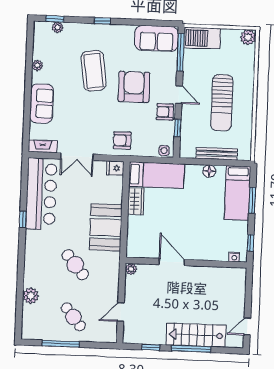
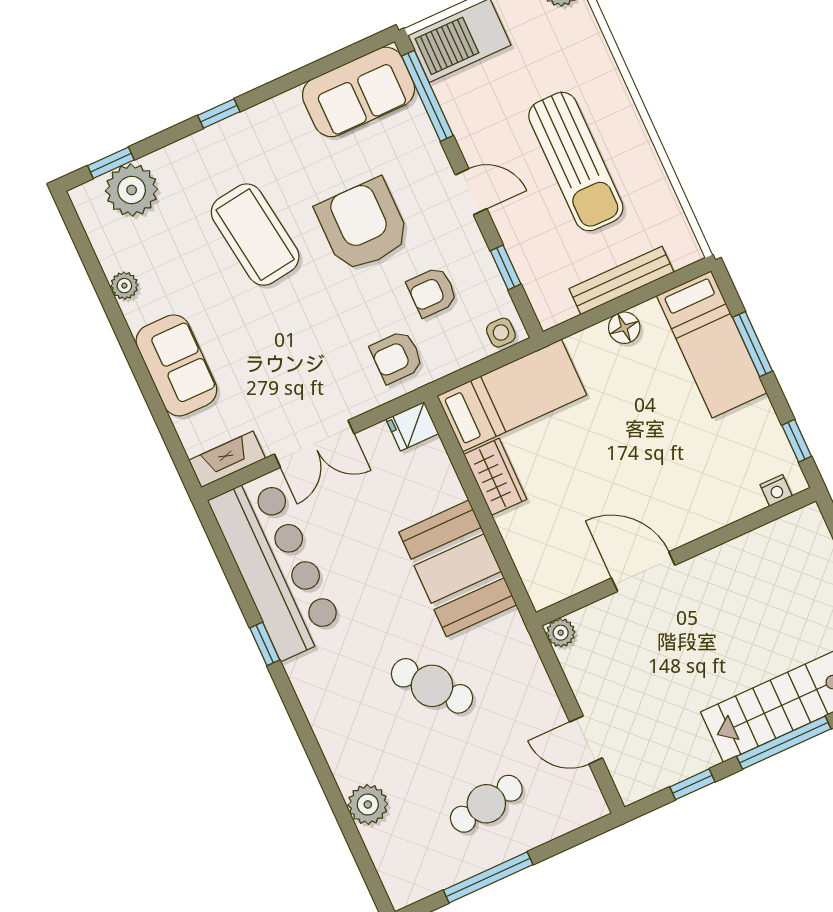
plant: (58, 27) -> (132, 190), width x1.88, depth x1.88
armchair: (165, 112) -> (432, 292), moved
door: (121, 312) -> (586, 740), hinge flipped
cafe table: (73, 317) -> (486, 804), turned -60

